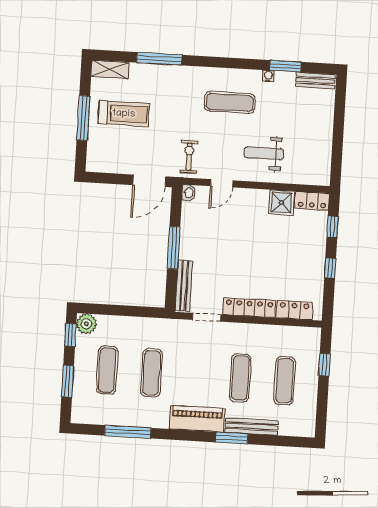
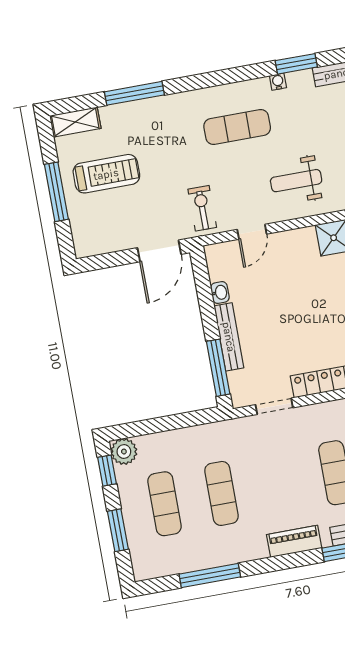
washbasin: (189, 193) -> (220, 292), moved
window: (174, 248) -> (218, 368), moved
bench: (184, 286) -> (229, 337), moved
piano: (197, 419) -> (294, 541), width x0.73, depth x0.75

